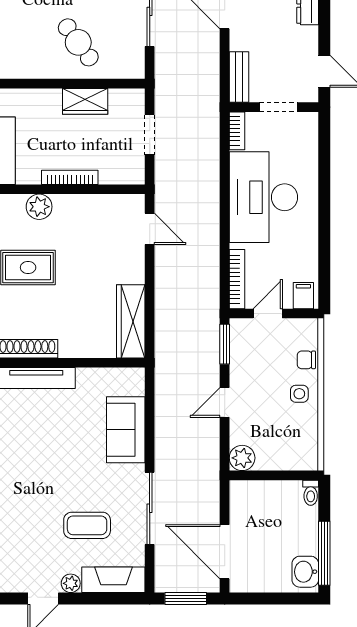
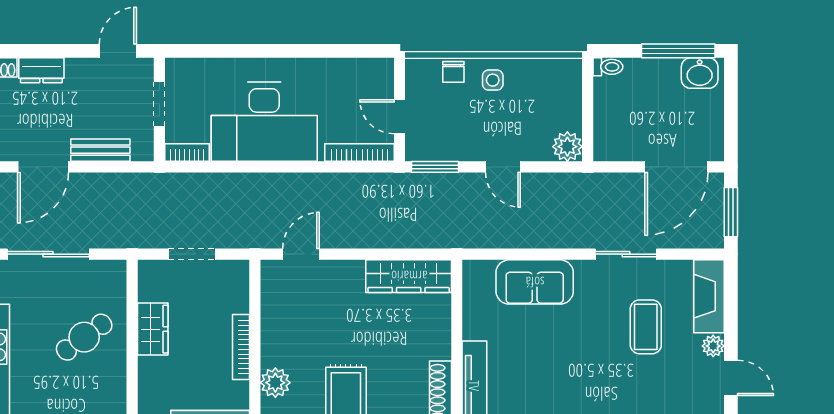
bench: (239, 77) -> (100, 150), moved
filing cabinet: (303, 296) -> (379, 75), removed
sliding door: (150, 508) -> (626, 254), width x0.73

